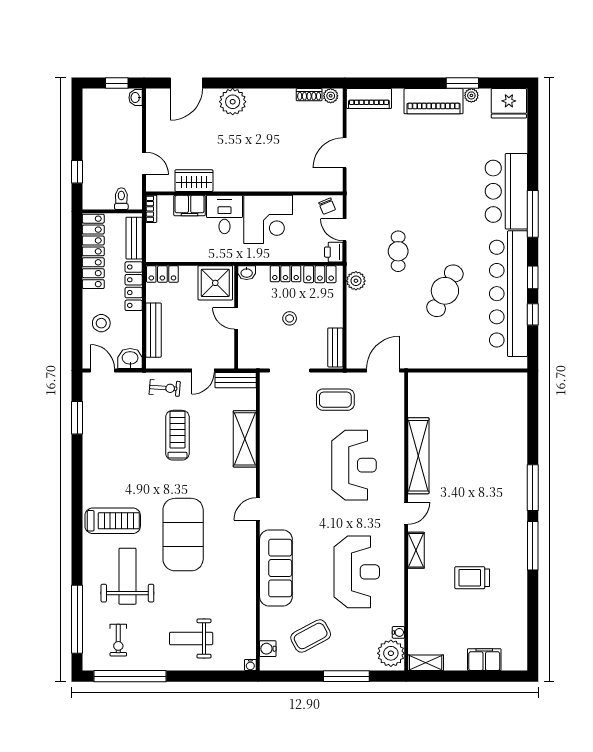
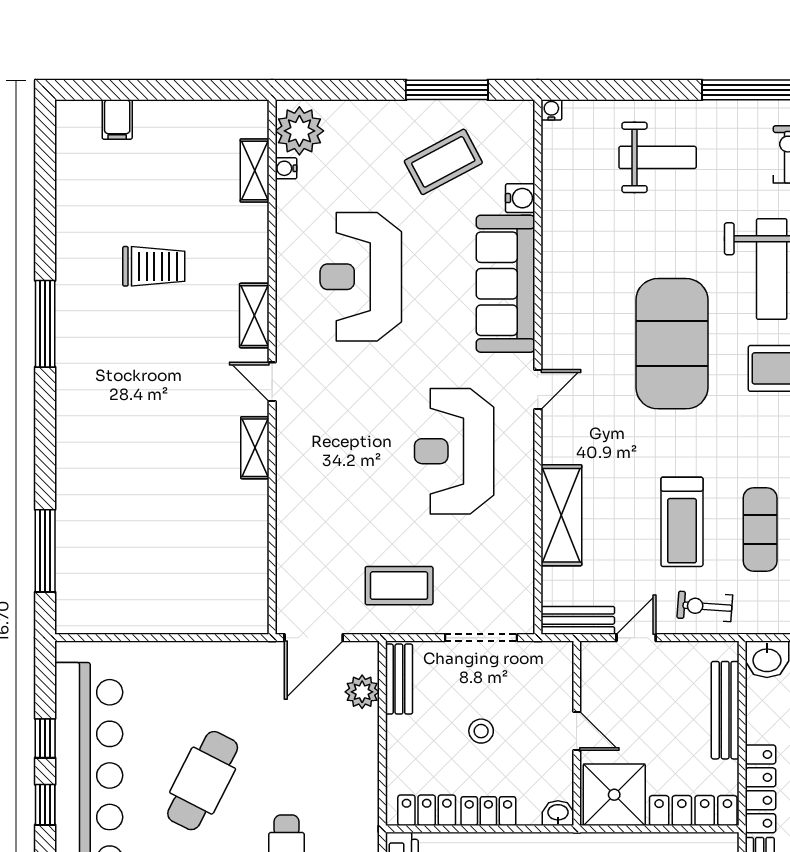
locker: (162, 274) -> (693, 811), width x1.53
plant: (356, 281) -> (362, 692), moved
exercise mat: (134, 431) -> (760, 530), added
shelving: (418, 456) -> (255, 448), width x0.45, depth x0.75
reception desk: (354, 465) -> (454, 451), moved
window: (533, 488) -> (45, 551), moved
door: (406, 513) -> (272, 382), hinge flipped
water cooler: (268, 649) -> (520, 198), moved
filing cabinet: (484, 660) -> (117, 119), width x0.50
shelving: (426, 663) -> (255, 170), moved, turned 90
window: (346, 676) -> (447, 90), moved

